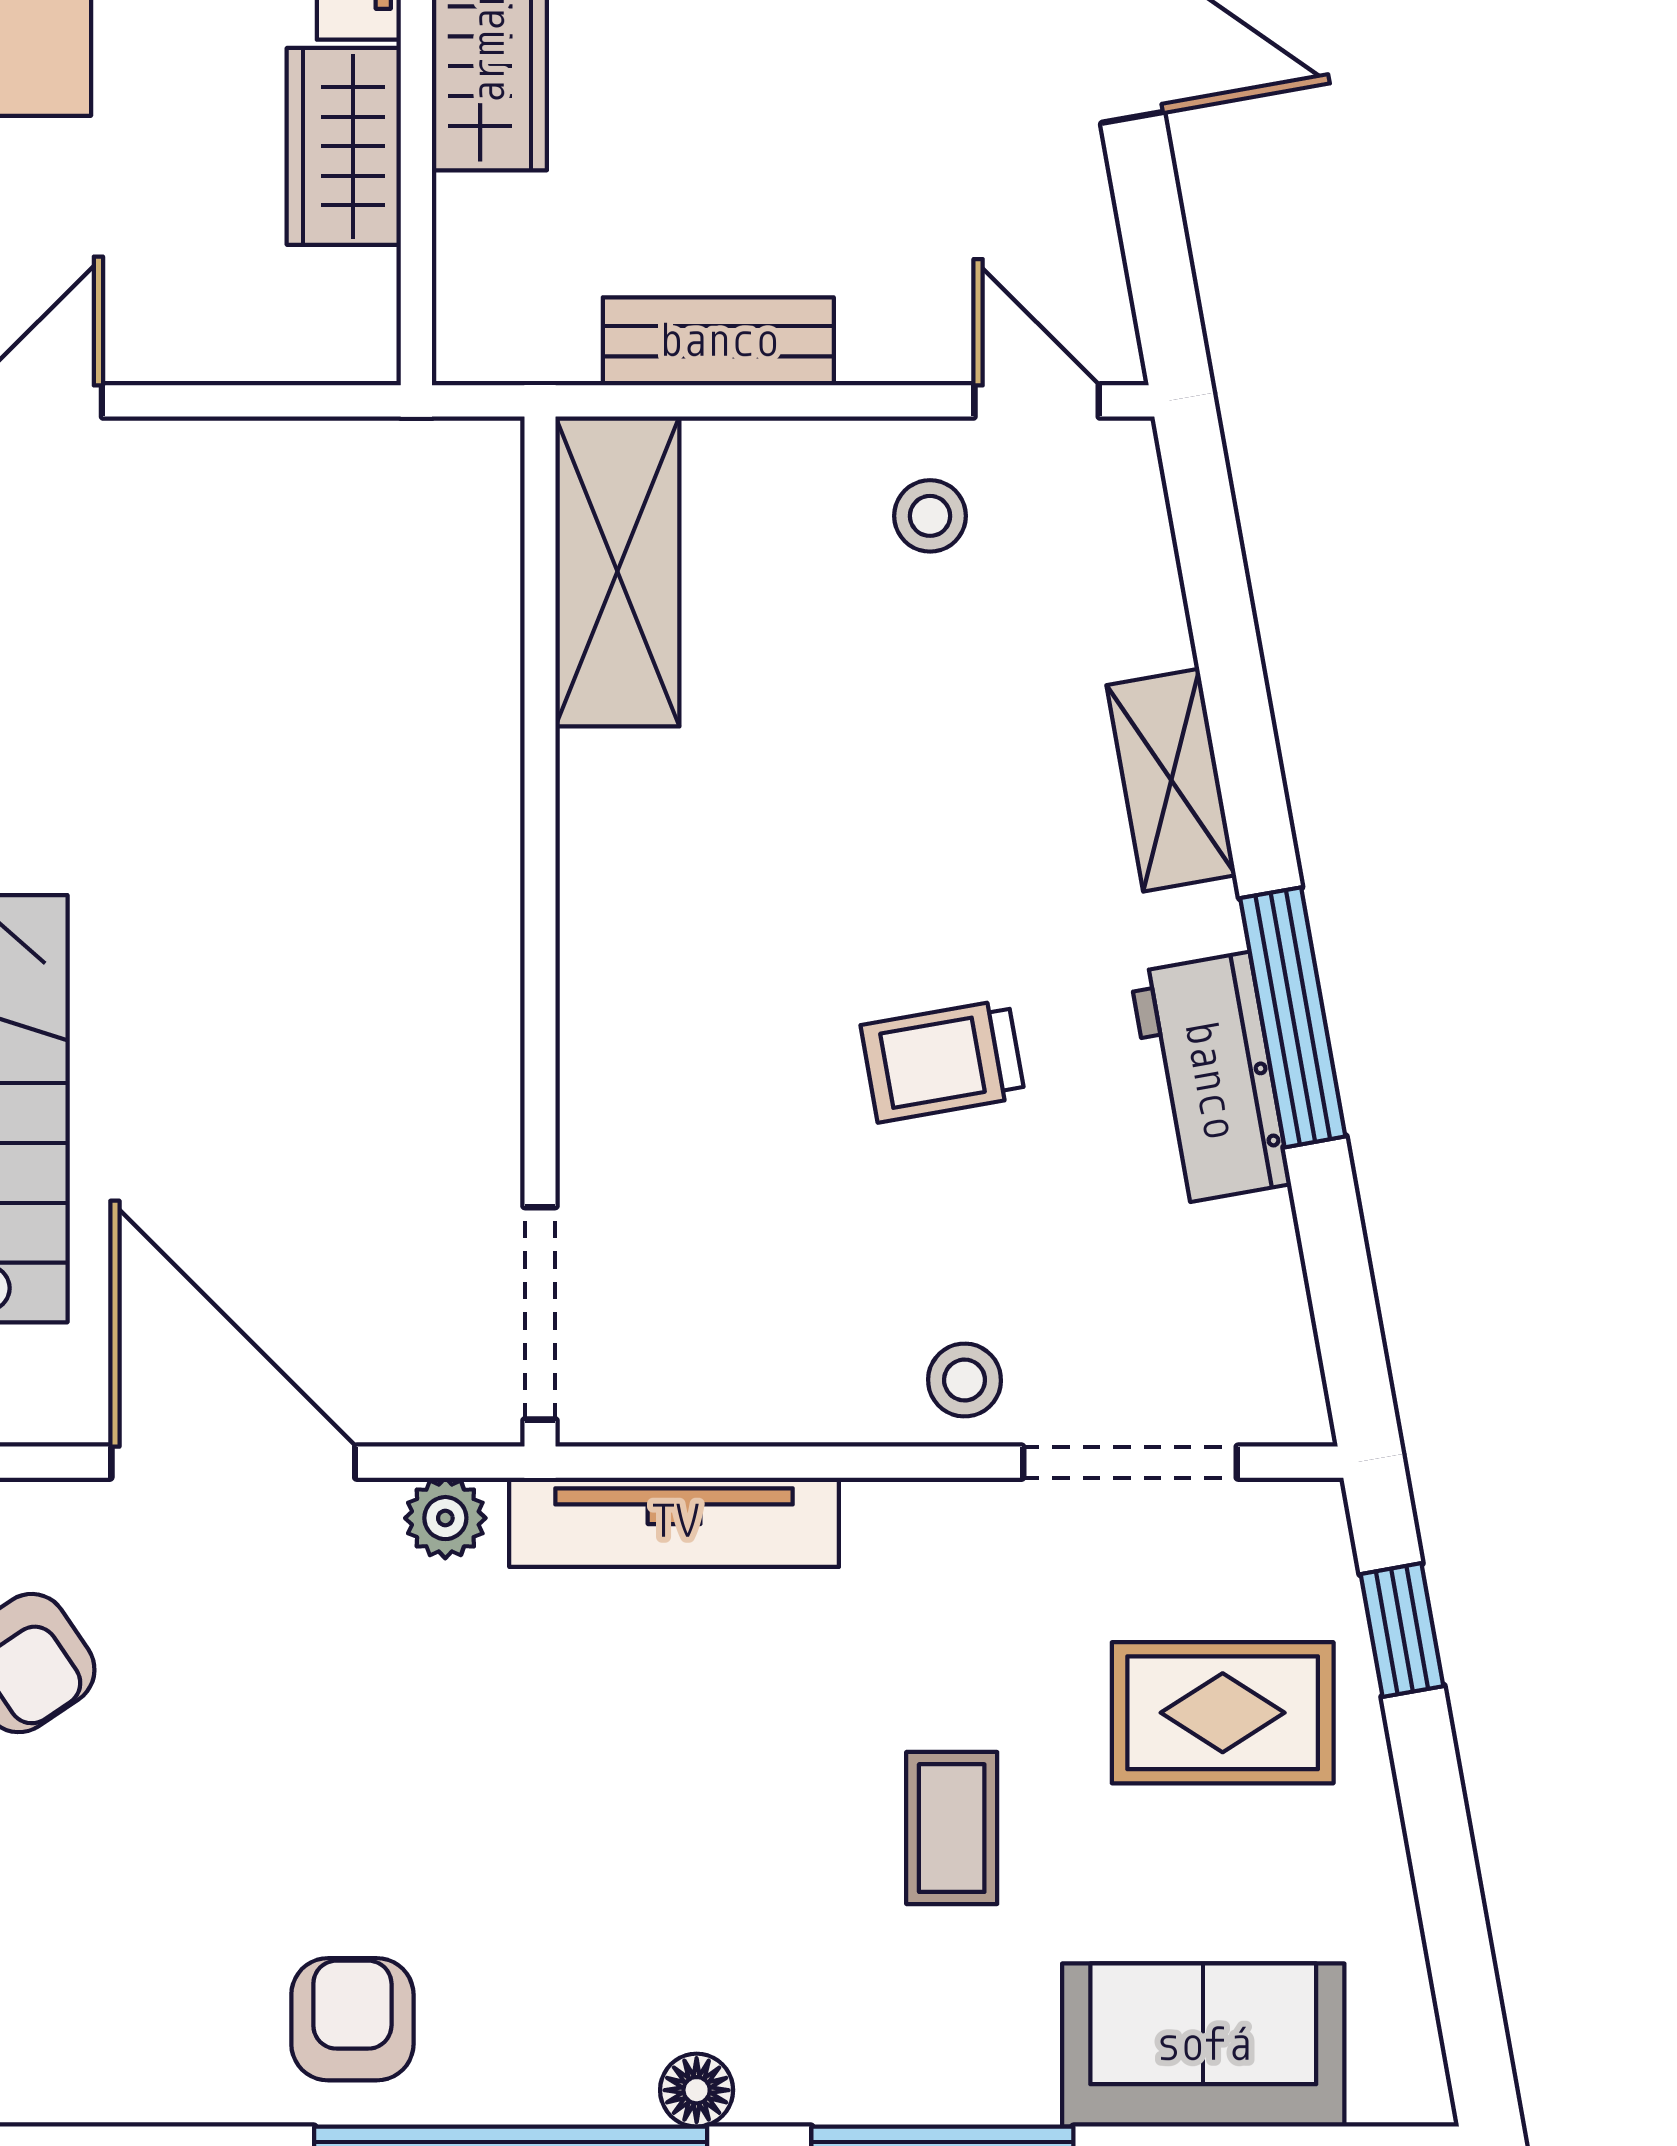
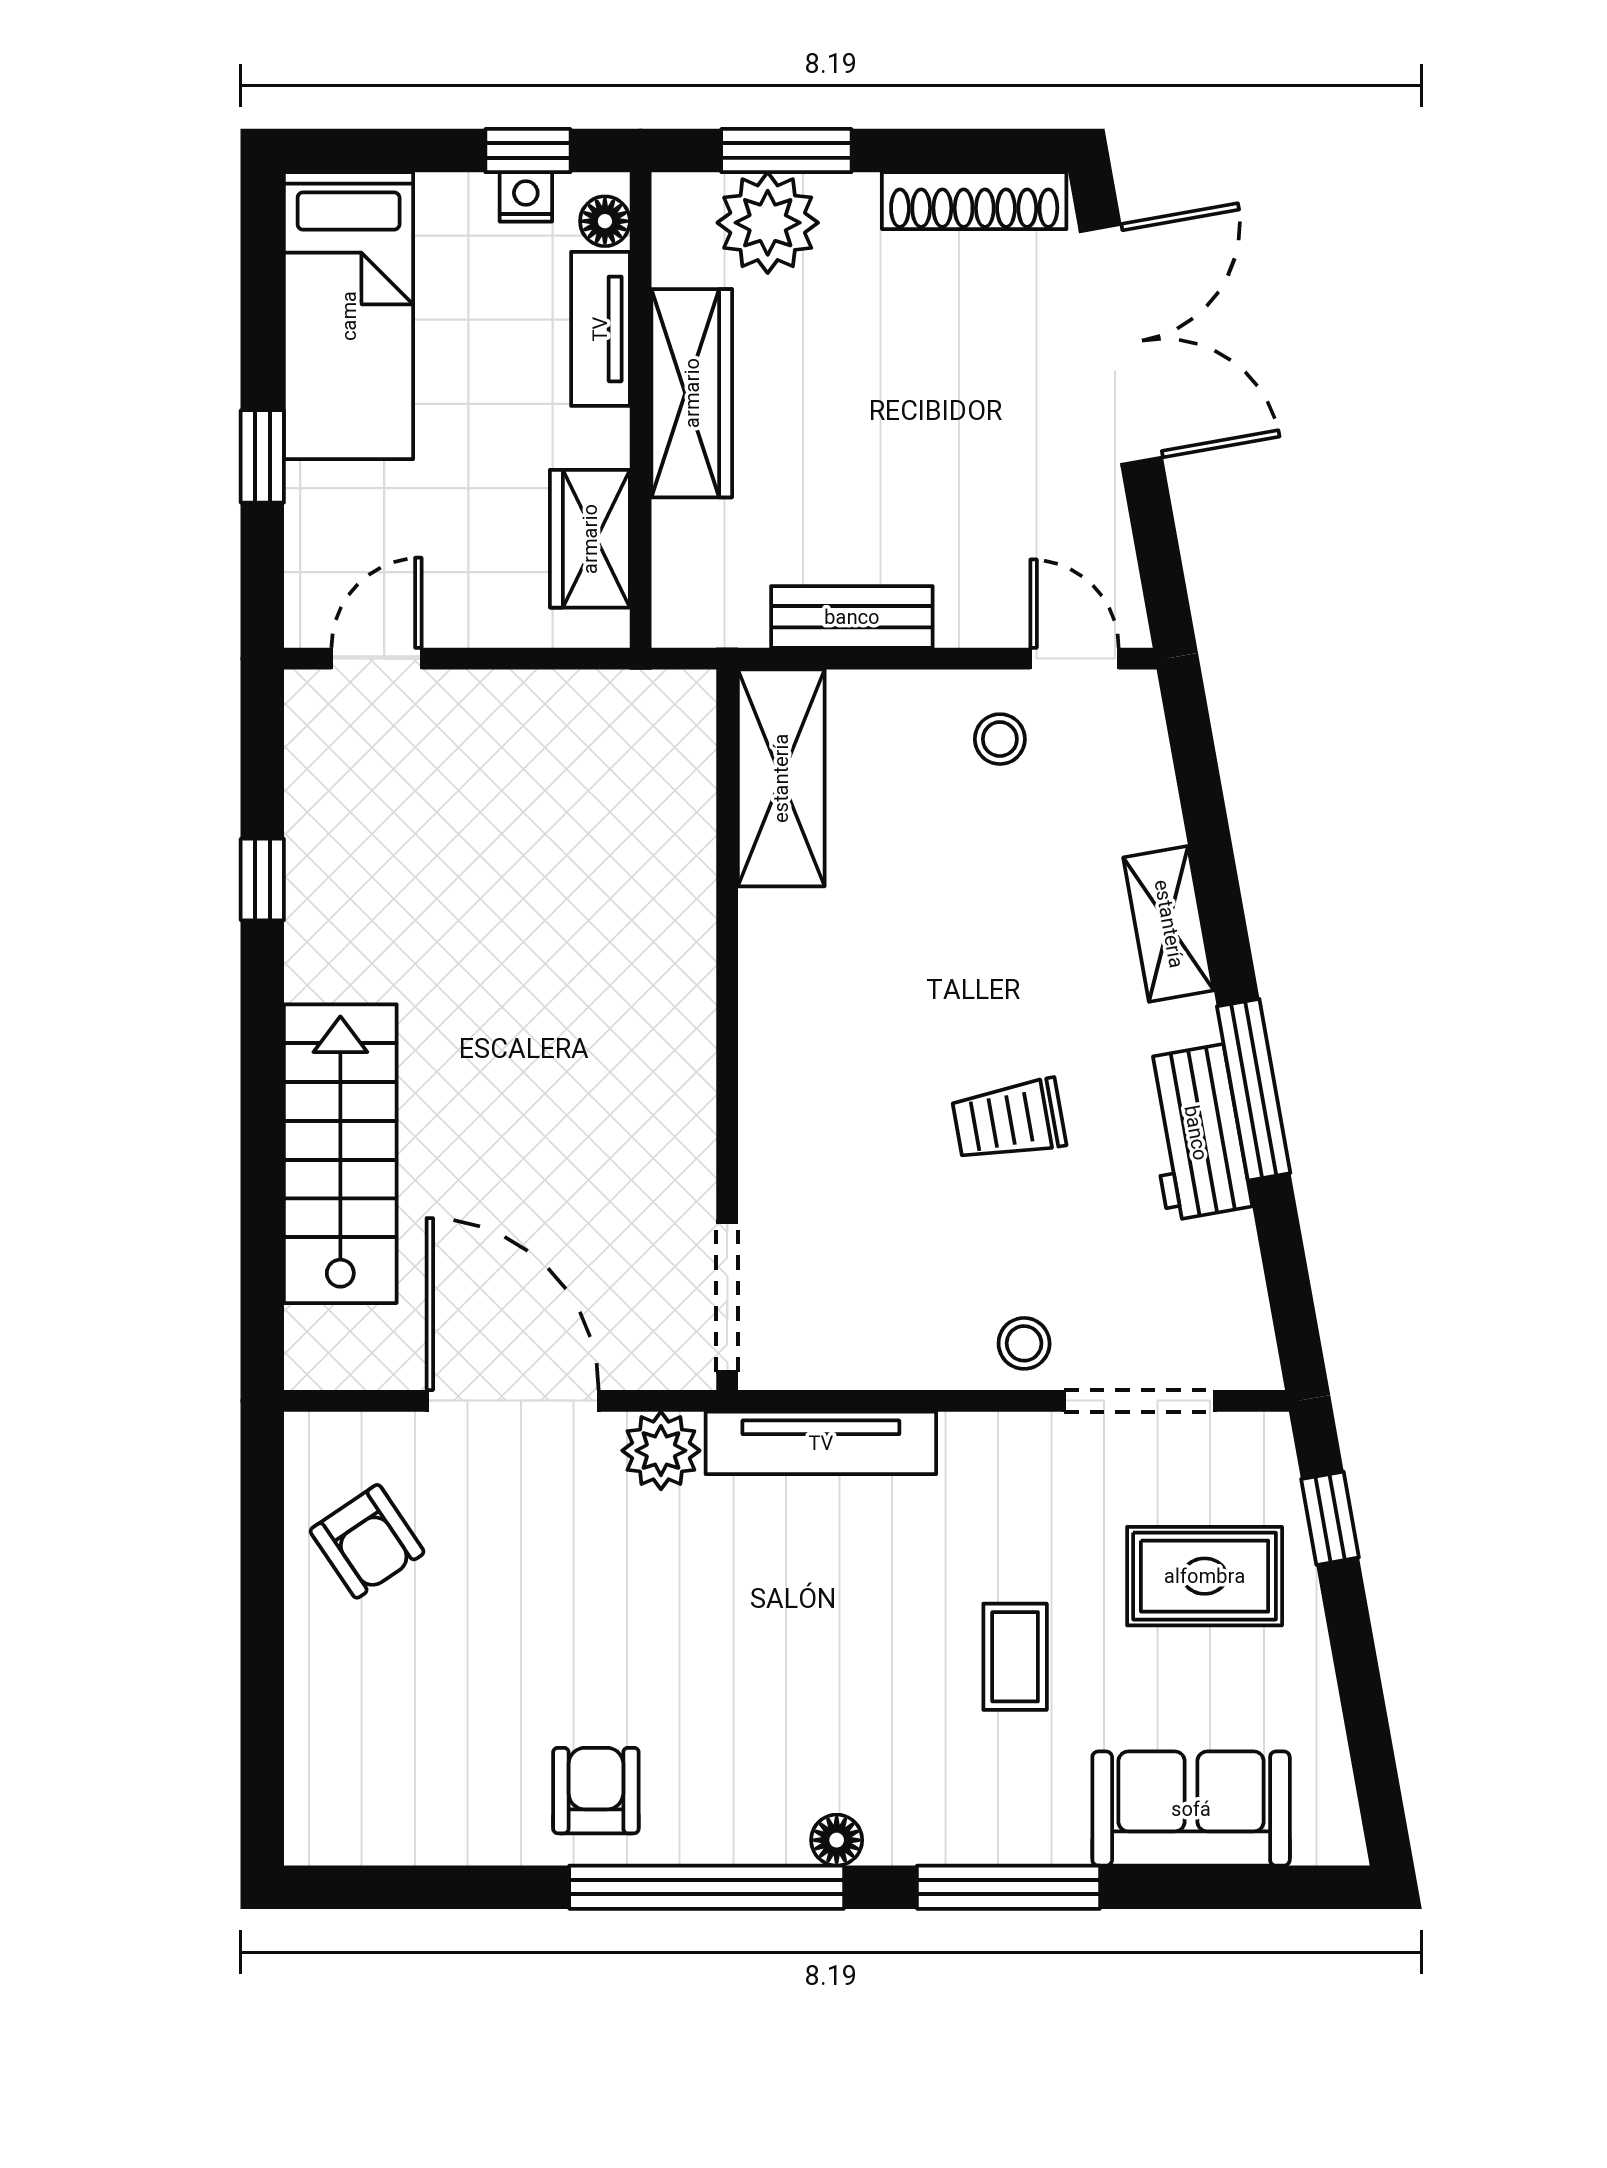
wardrobe: (344, 146) -> (590, 539), moved
plant: (445, 1518) -> (661, 1451), width x1.38, depth x1.38

